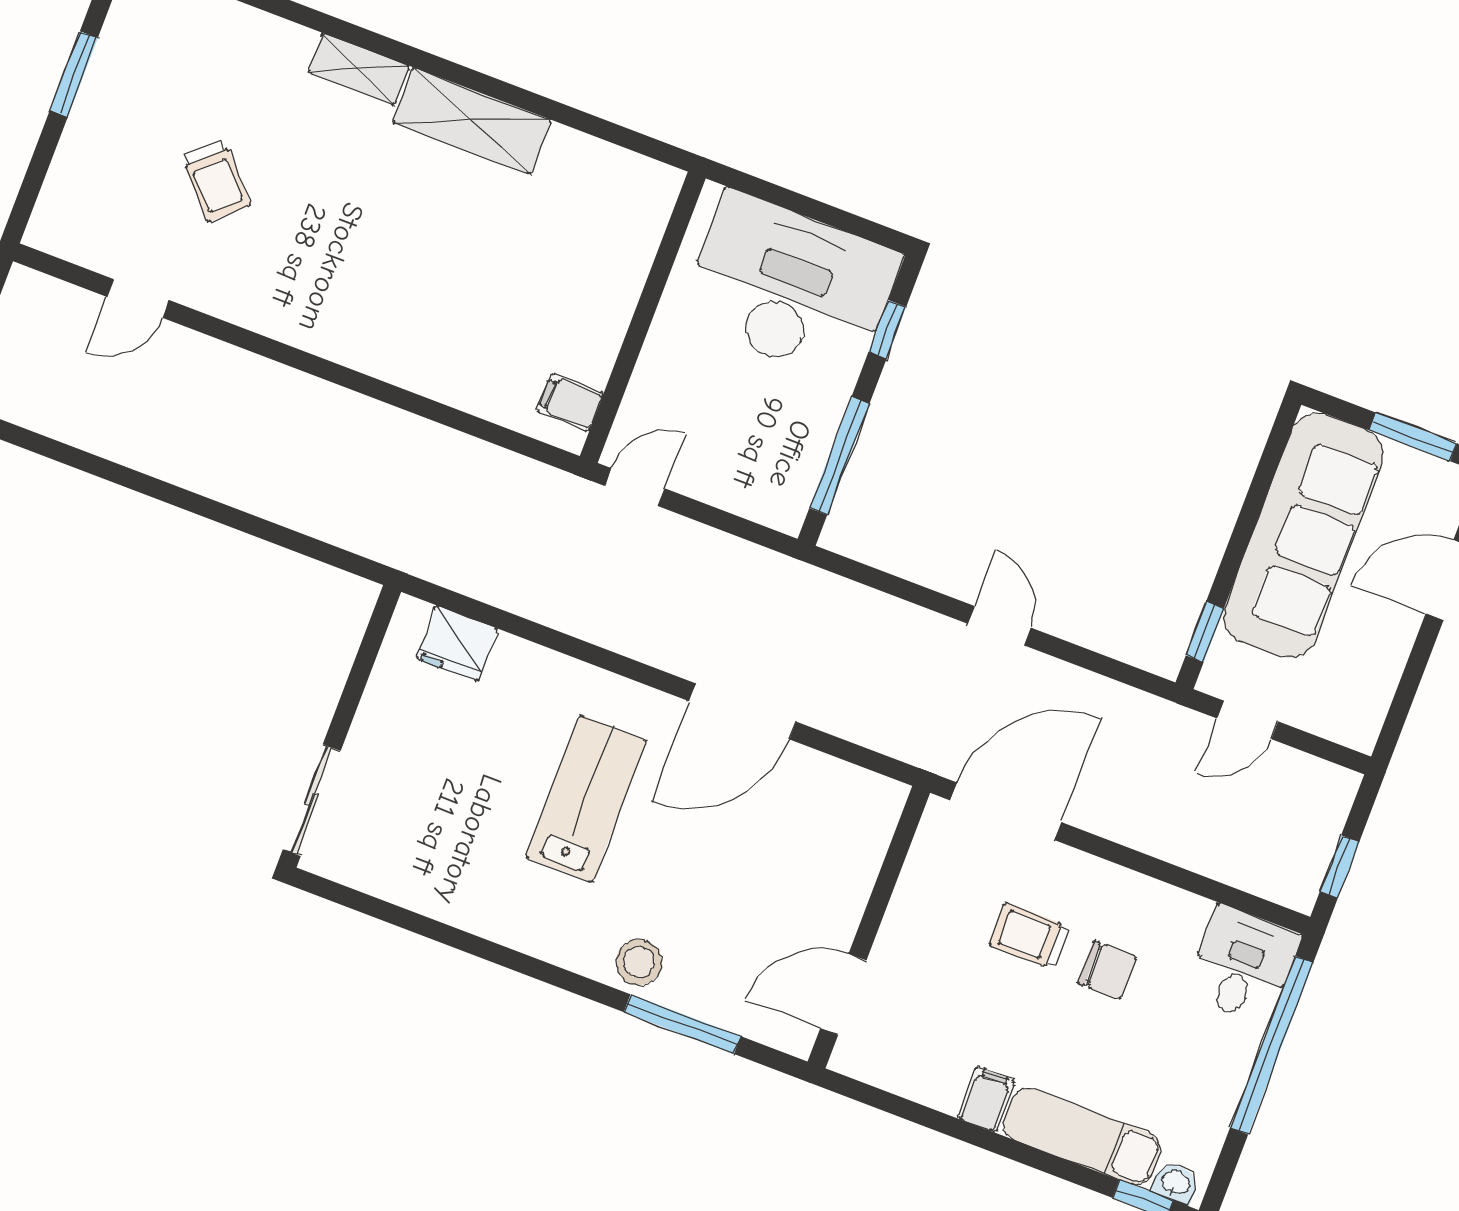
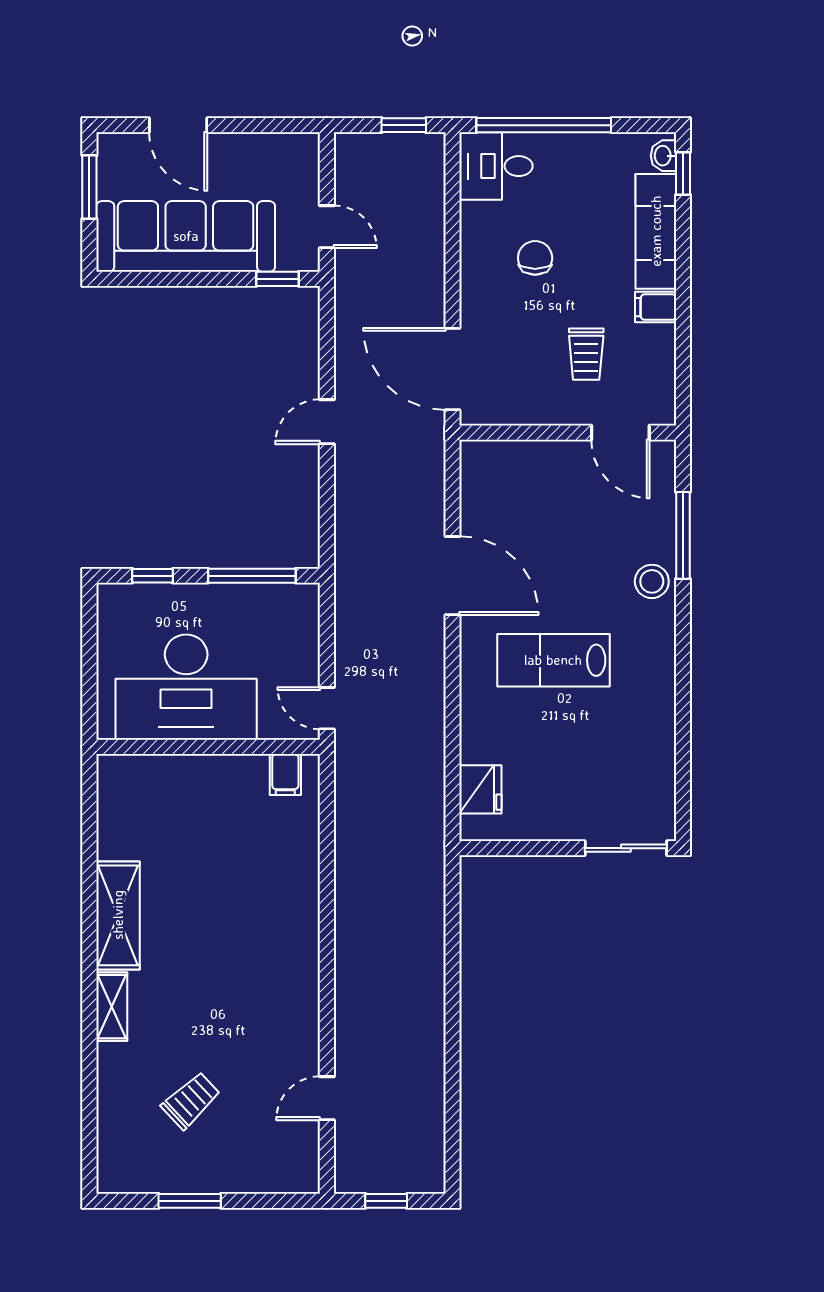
trolley: (216, 181) -> (191, 1101), moved
desk: (790, 287) -> (186, 687), moved, turned -90
door: (138, 299) -> (327, 1098), swing flipped
trolley: (1029, 936) -> (586, 354), moved

